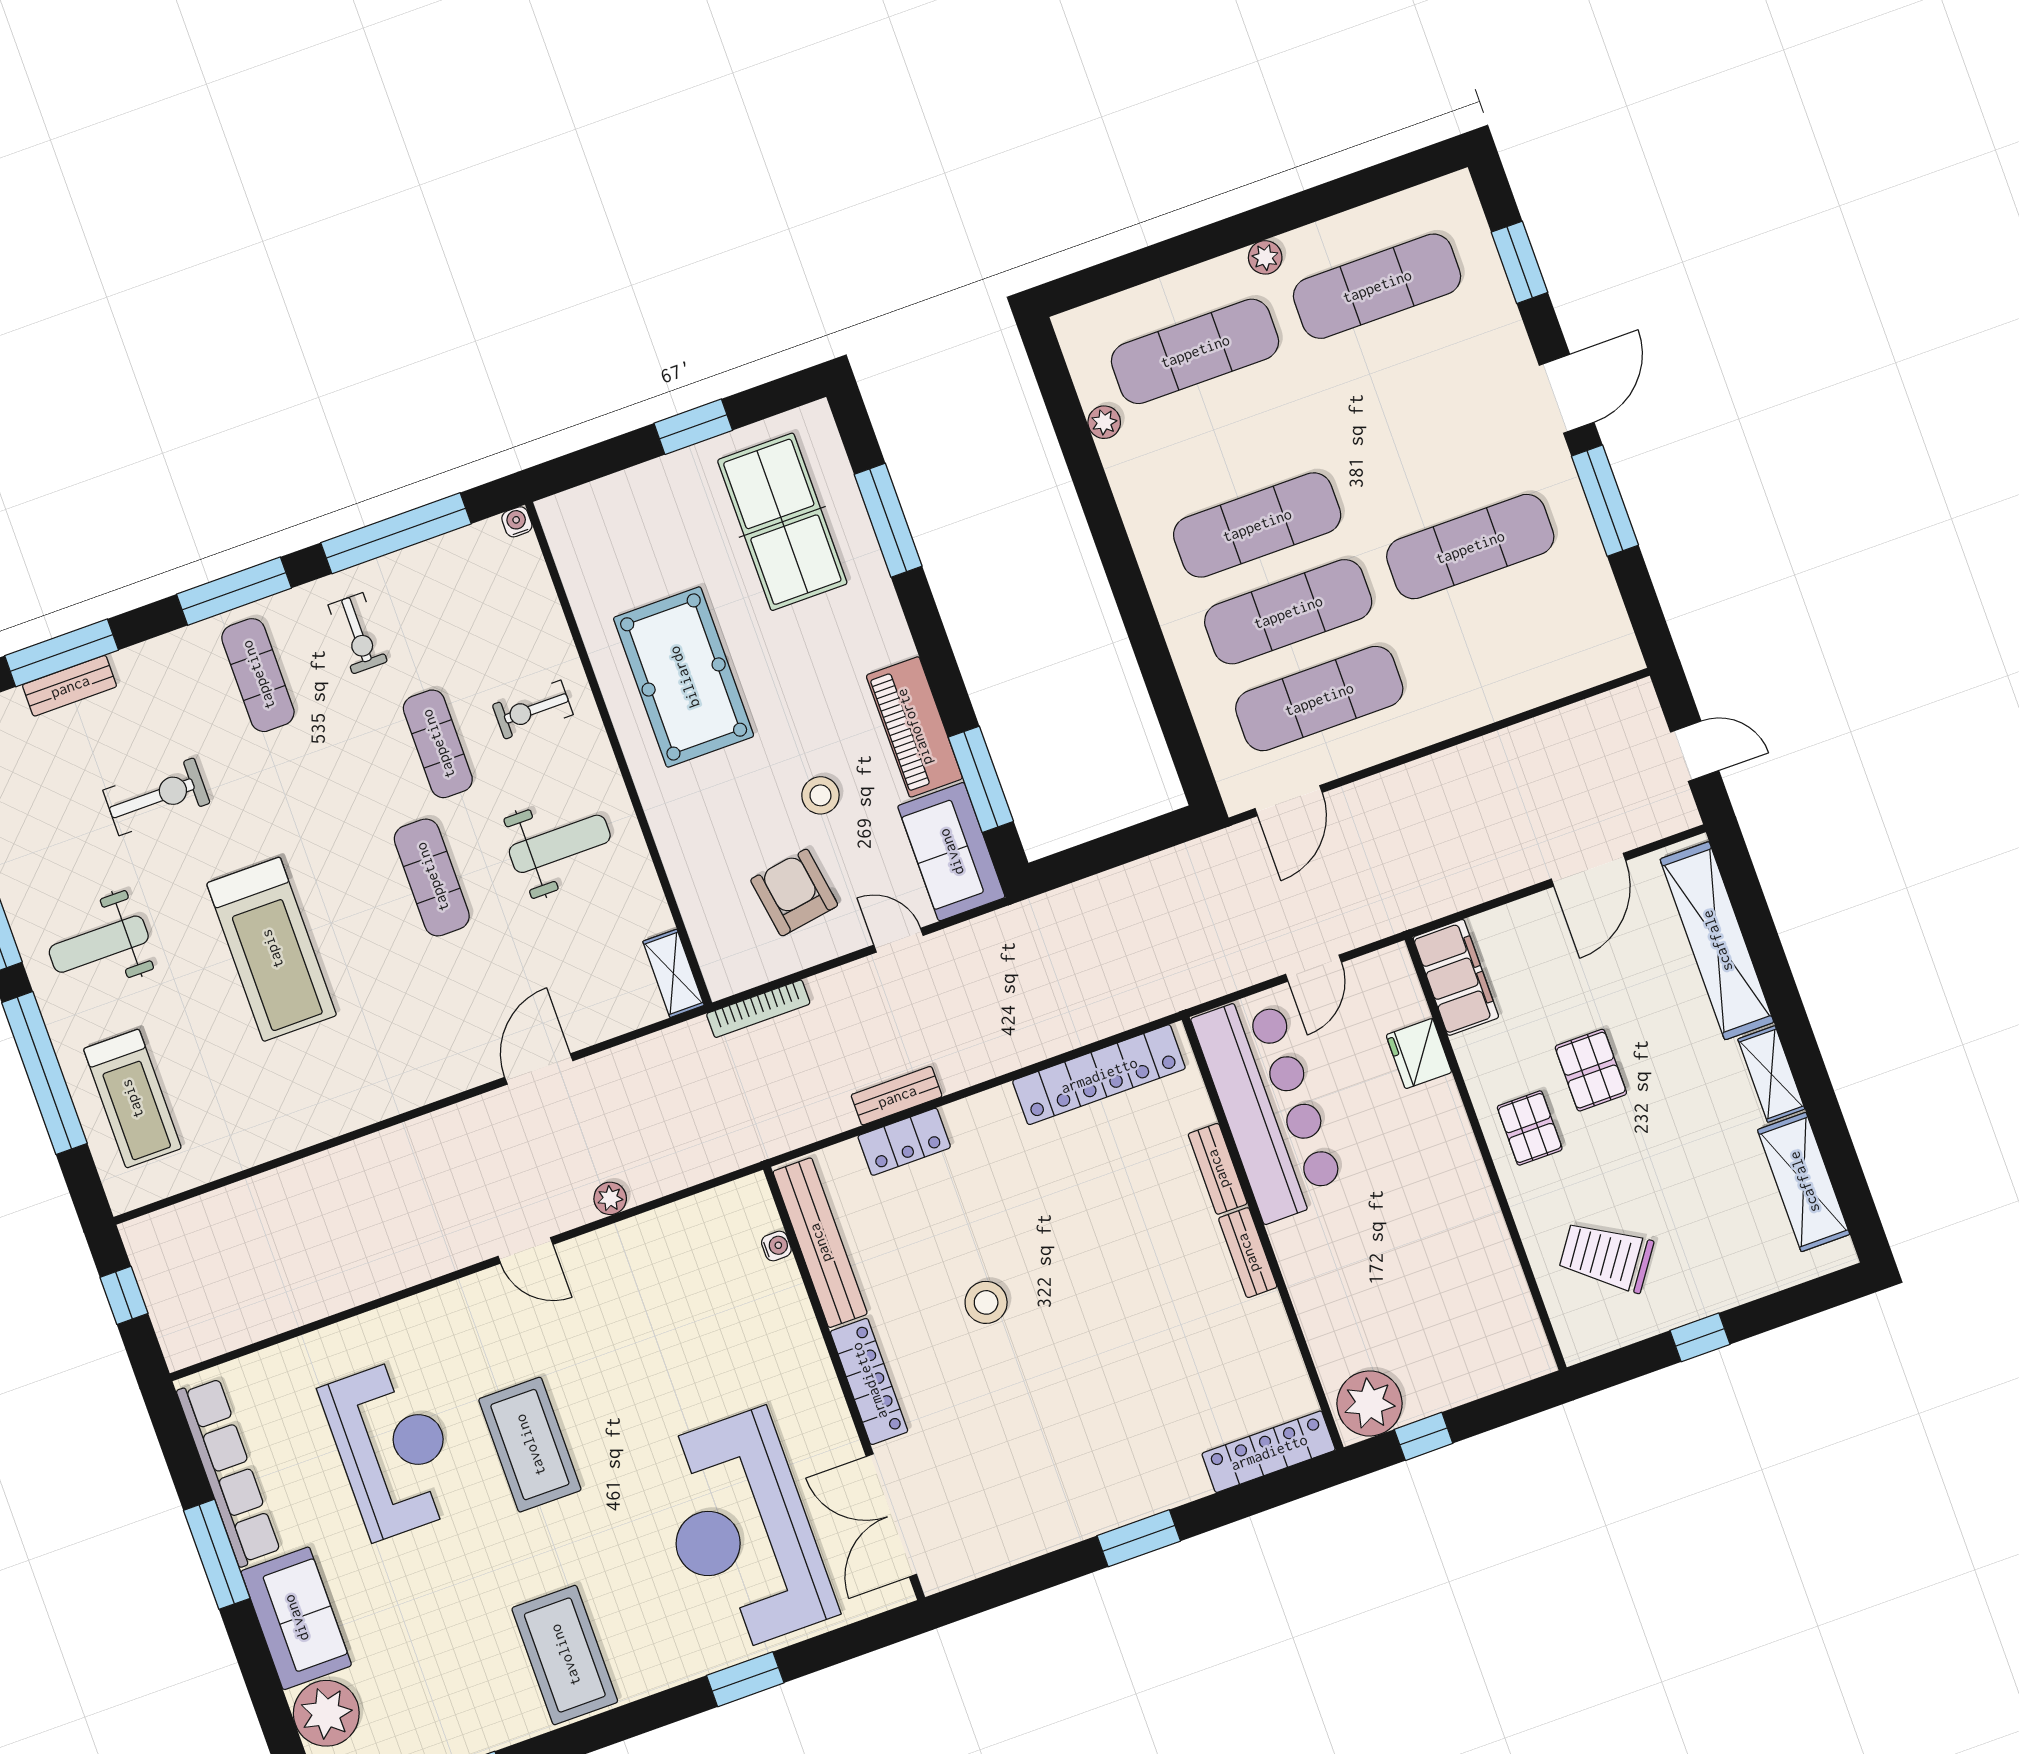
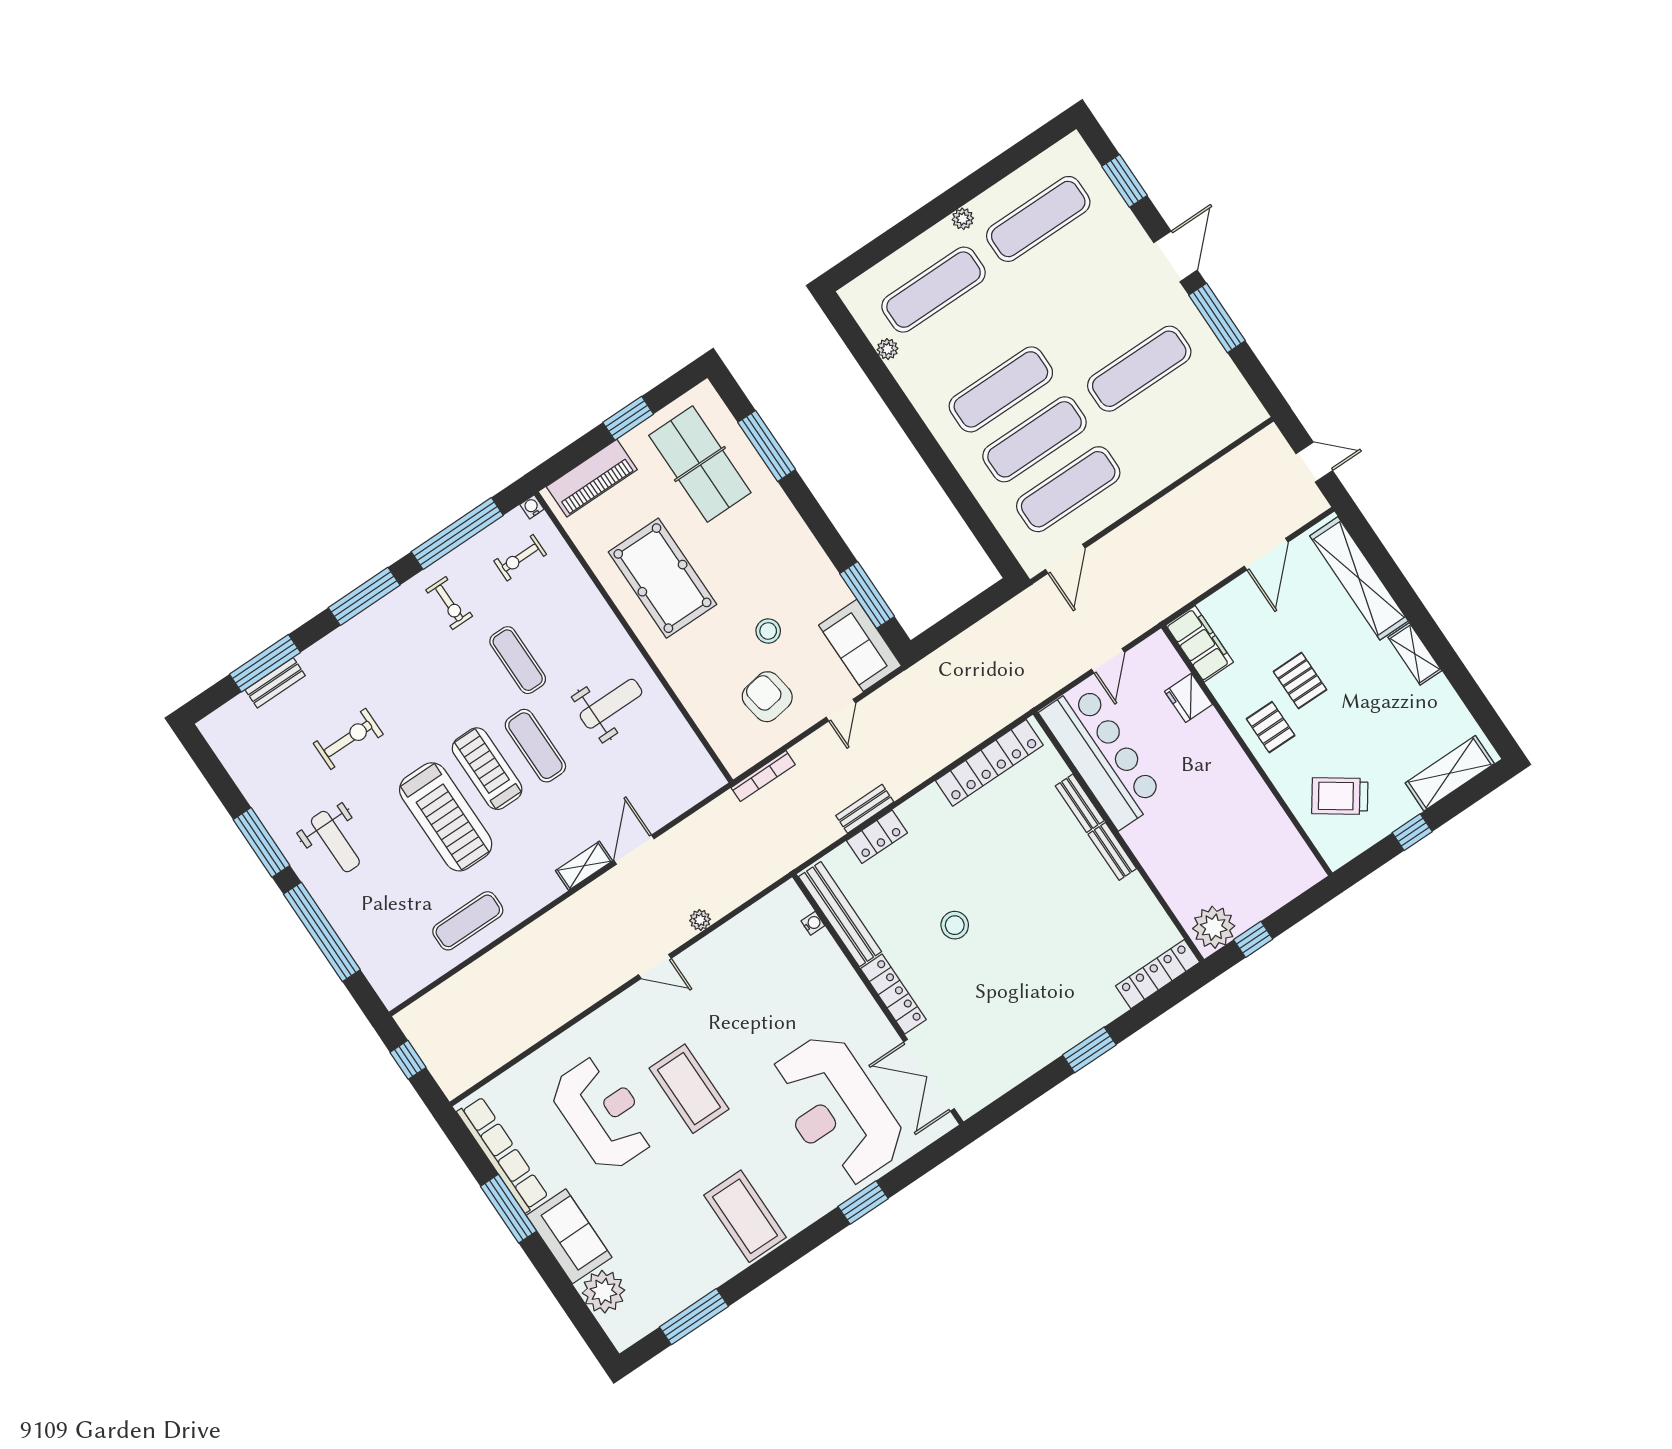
exercise mat: (258, 675) -> (468, 921), moved, turned 90
exercise bike: (533, 710) -> (520, 558), moved
piano: (914, 727) -> (592, 478), moved, turned -90
door: (898, 940) -> (841, 710), swing flipped
weight bench: (99, 944) -> (335, 842), turned -90
shelving: (673, 973) -> (584, 866), moved, turned 90
treadmill: (132, 1099) -> (487, 769), moved, turned 180
shelving: (1804, 1182) -> (1450, 773), moved, turned 90

